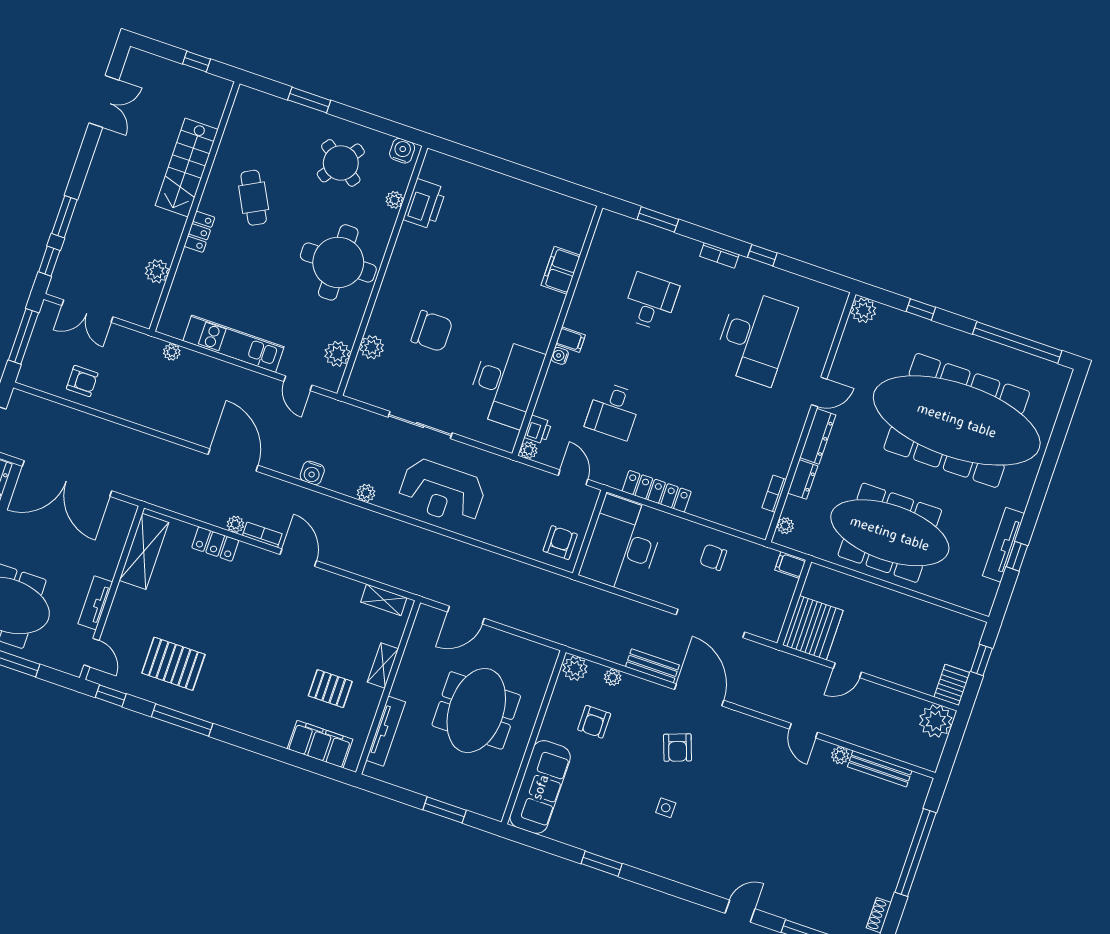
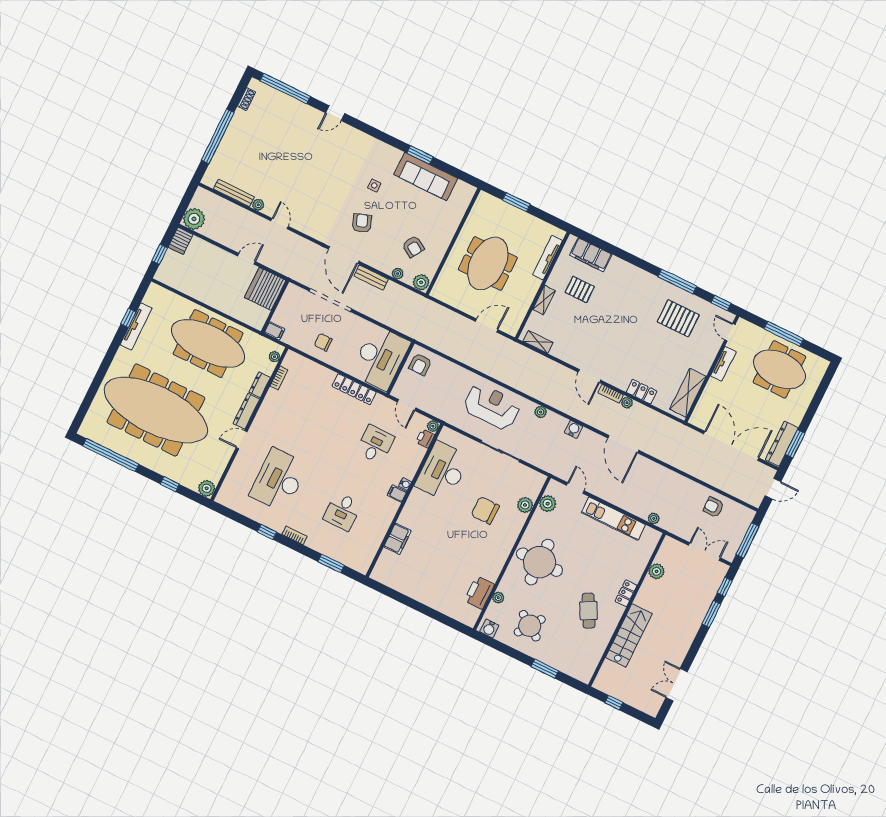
chair: (713, 557) -> (323, 342), turned 180
armchair: (594, 722) -> (413, 247), turned 122
sofa: (540, 787) -> (426, 177), moved, turned -90

